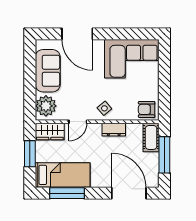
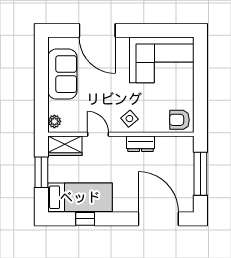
plant: (46, 106) -> (54, 121), width x0.53, depth x0.53
door: (78, 122) -> (98, 134), swing flipped
cot: (151, 137) -> (185, 153), removed
window: (67, 193) -> (85, 219), width x0.46

